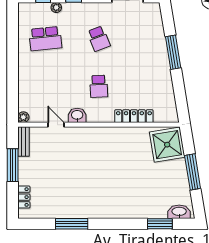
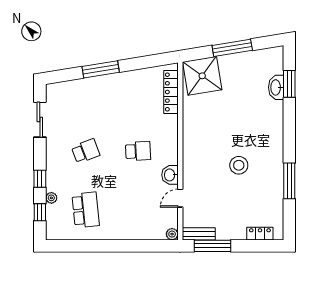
locker: (134, 116) -> (171, 92), moved
window: (13, 165) -> (212, 246), moved
stool: (86, 178) -> (239, 165), added
washbasin: (179, 212) -> (276, 87), moved

